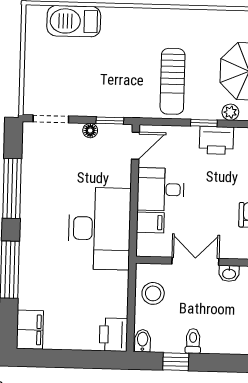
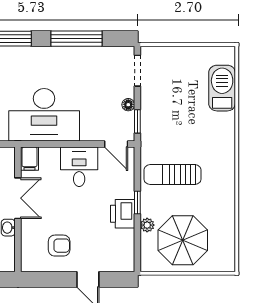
filing cabinet: (150, 222) -> (29, 159), moved

